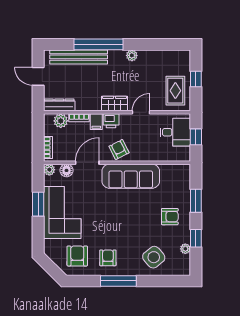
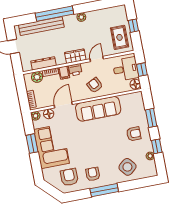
dresser: (59, 105) -> (43, 63), moved
armchair: (119, 149) -> (95, 85), moved
floor lamp: (184, 154) -> (135, 84), added

